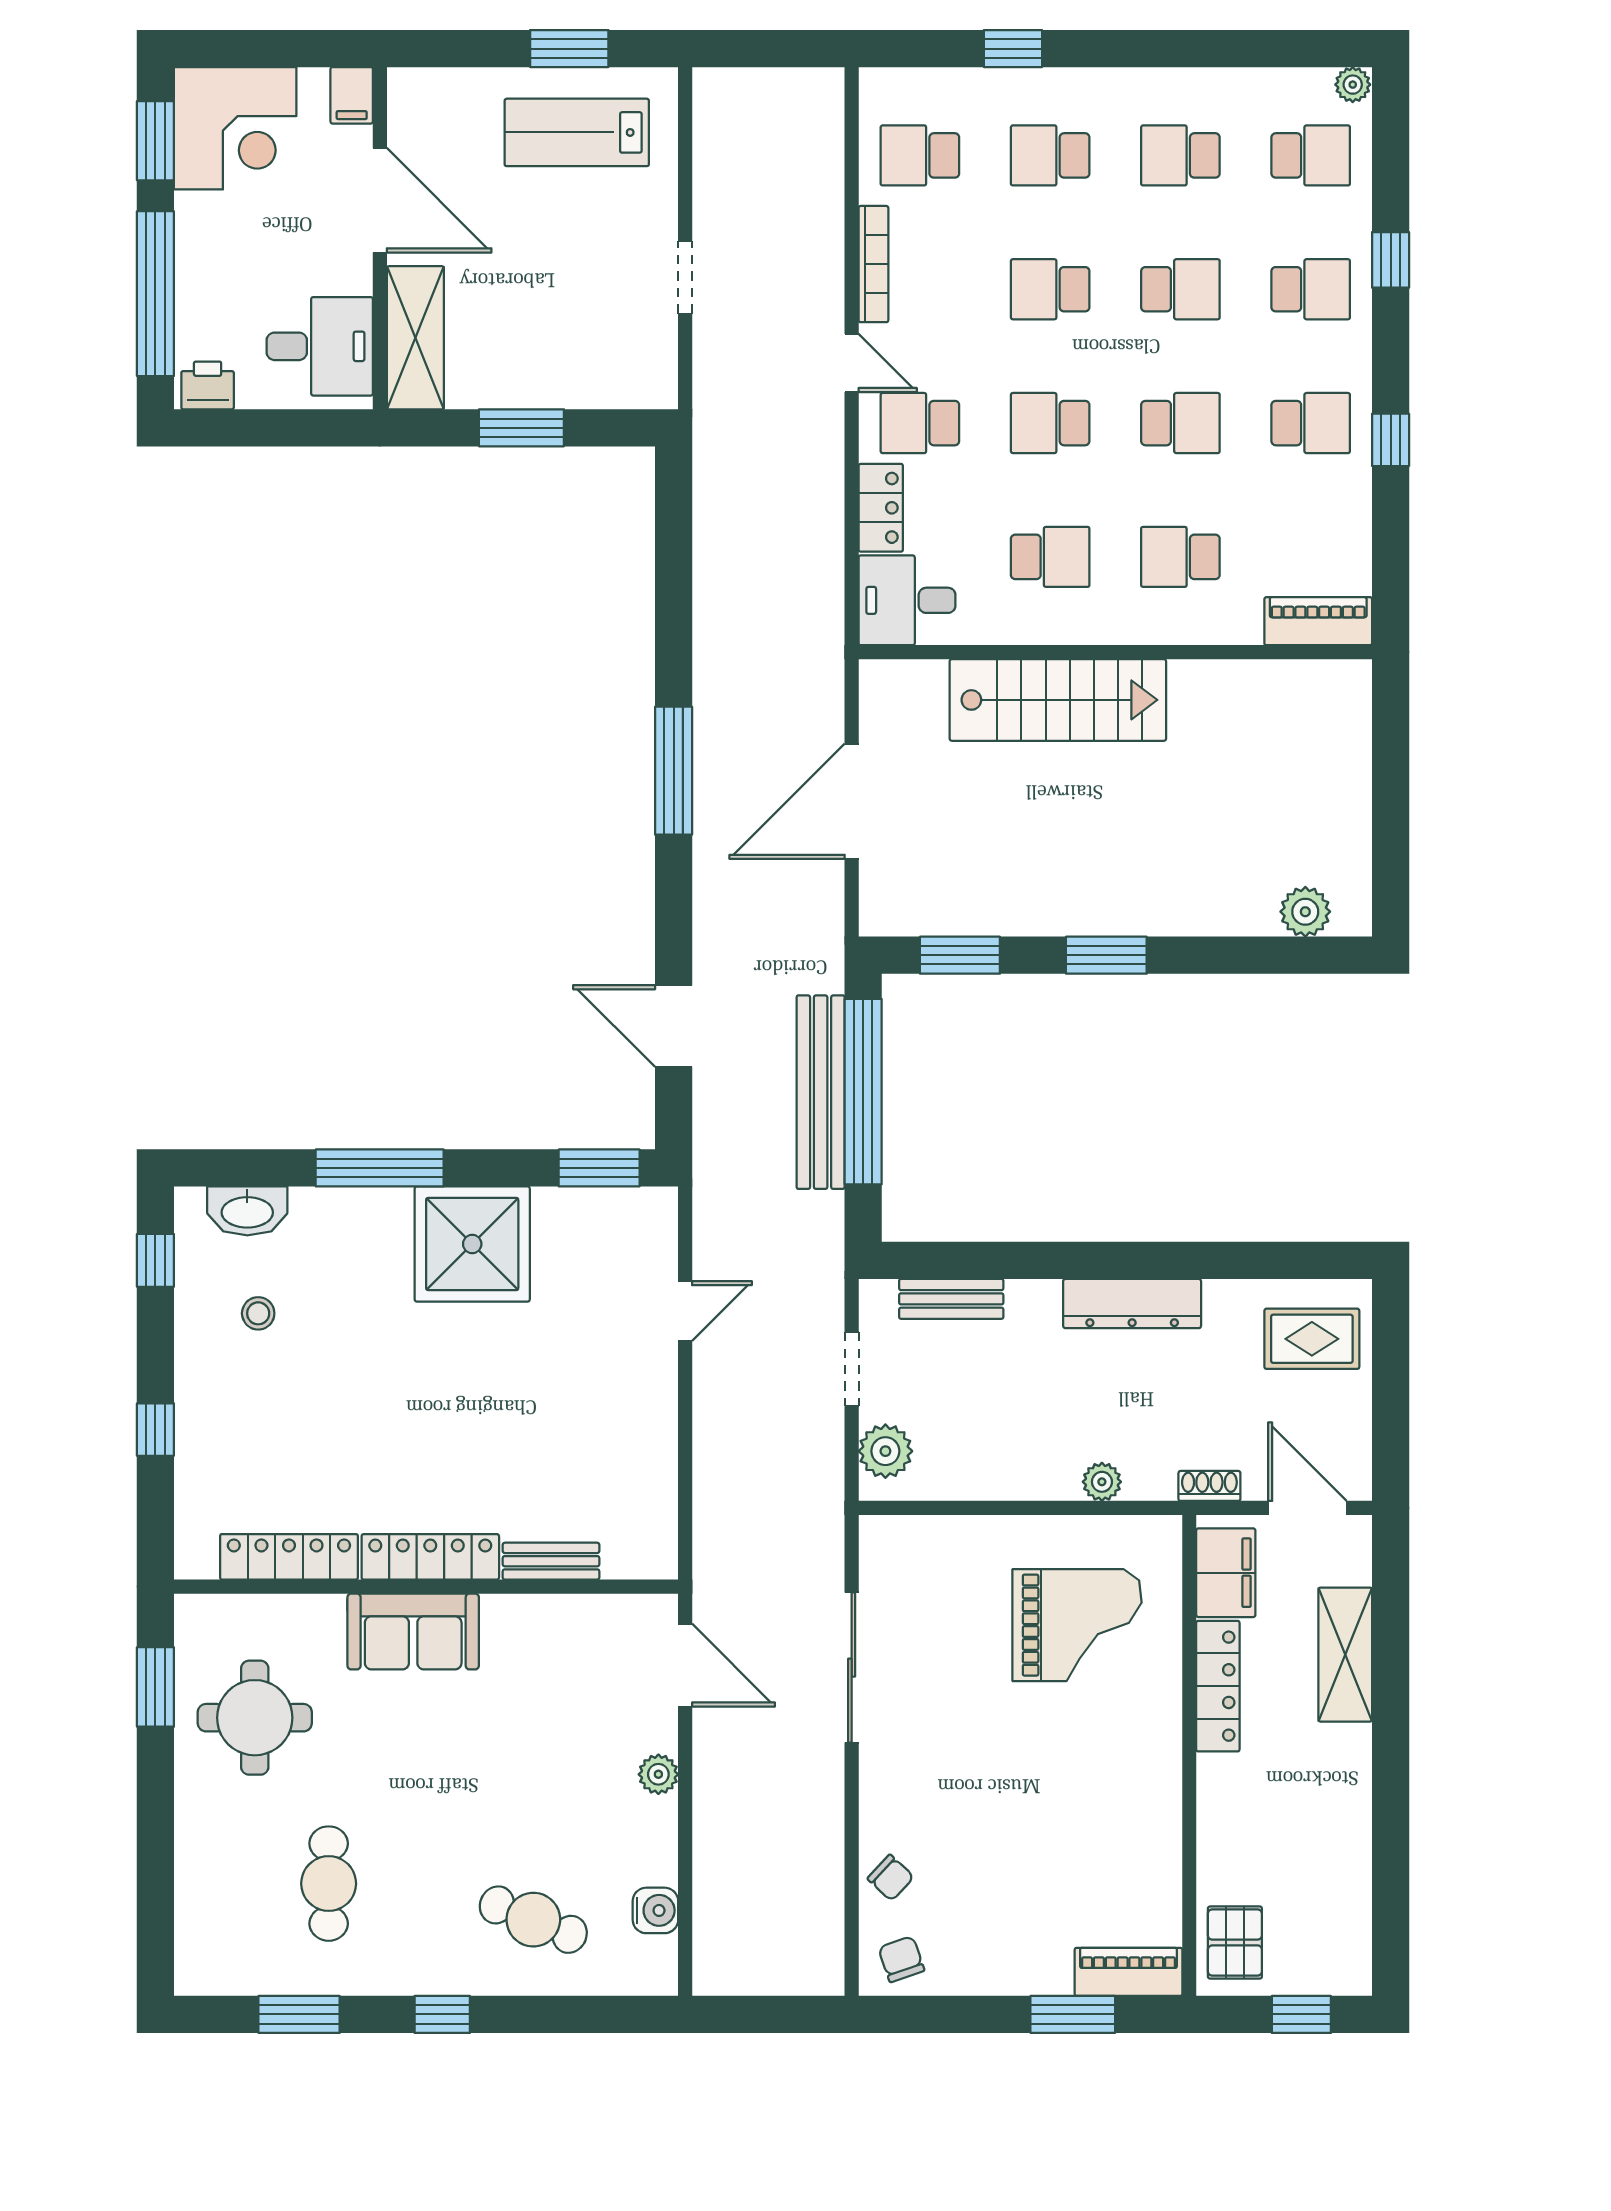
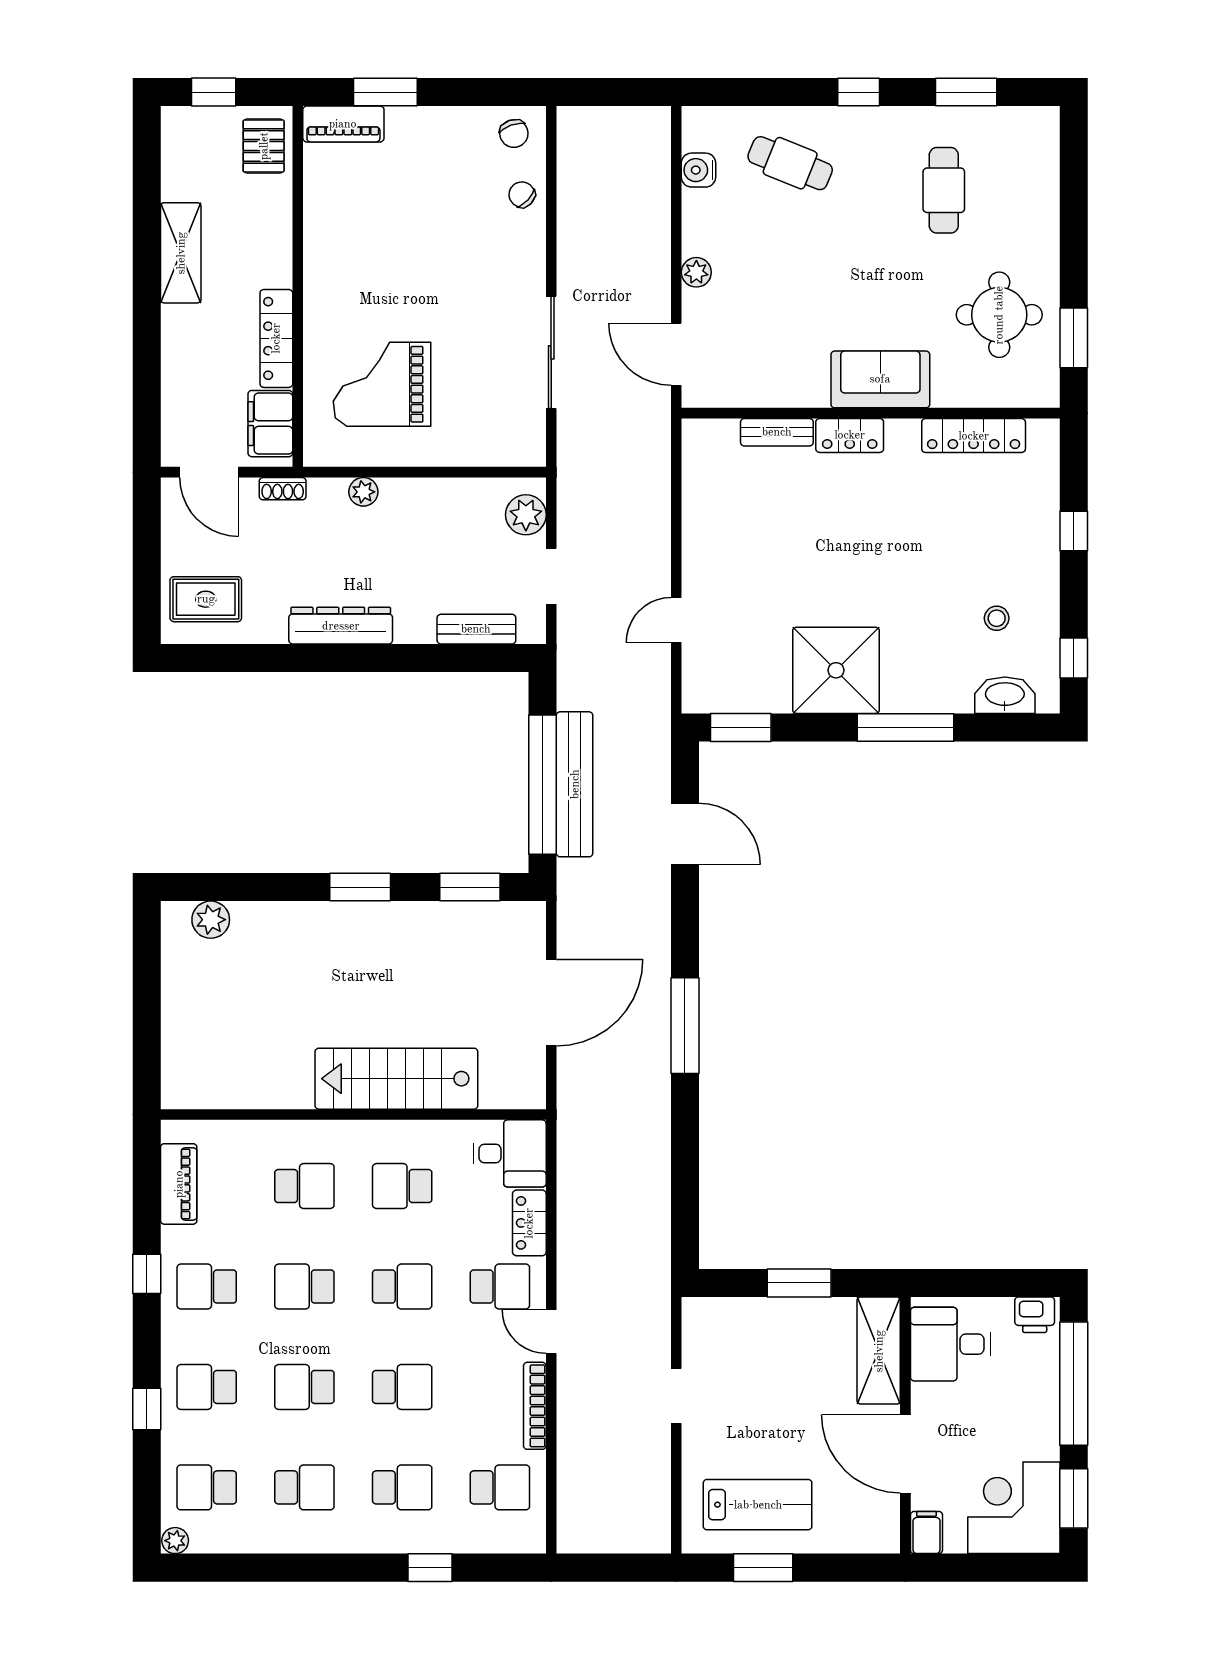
piano: (1318, 621) -> (179, 1184), moved, turned -90
locker: (430, 1557) -> (850, 435), width x0.66
shelving: (1345, 1655) -> (181, 253), moved

